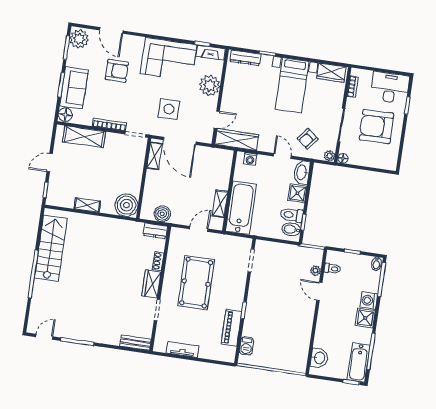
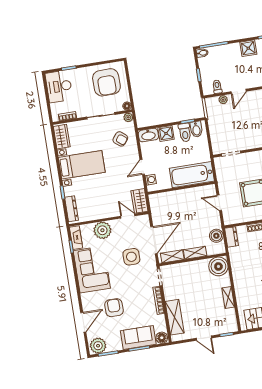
armchair: (377, 127) -> (106, 82), moved
wardrobe: (237, 139) -> (139, 201), width x0.67
door: (282, 156) -> (142, 167), moved
shelving: (220, 204) -> (195, 253), moved
washing machine: (369, 301) -> (233, 50), removed

